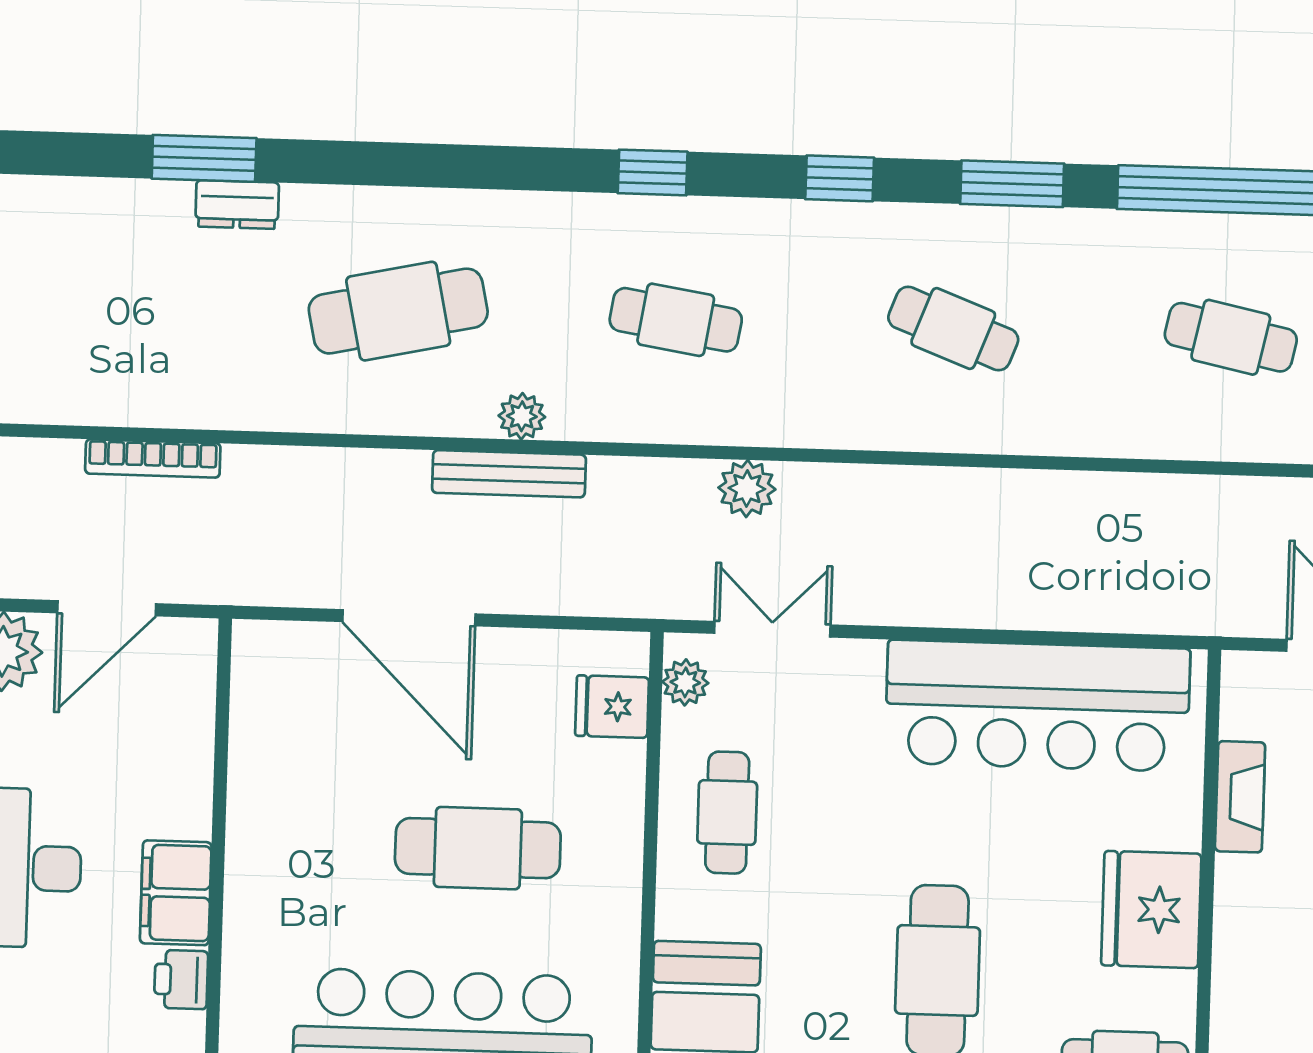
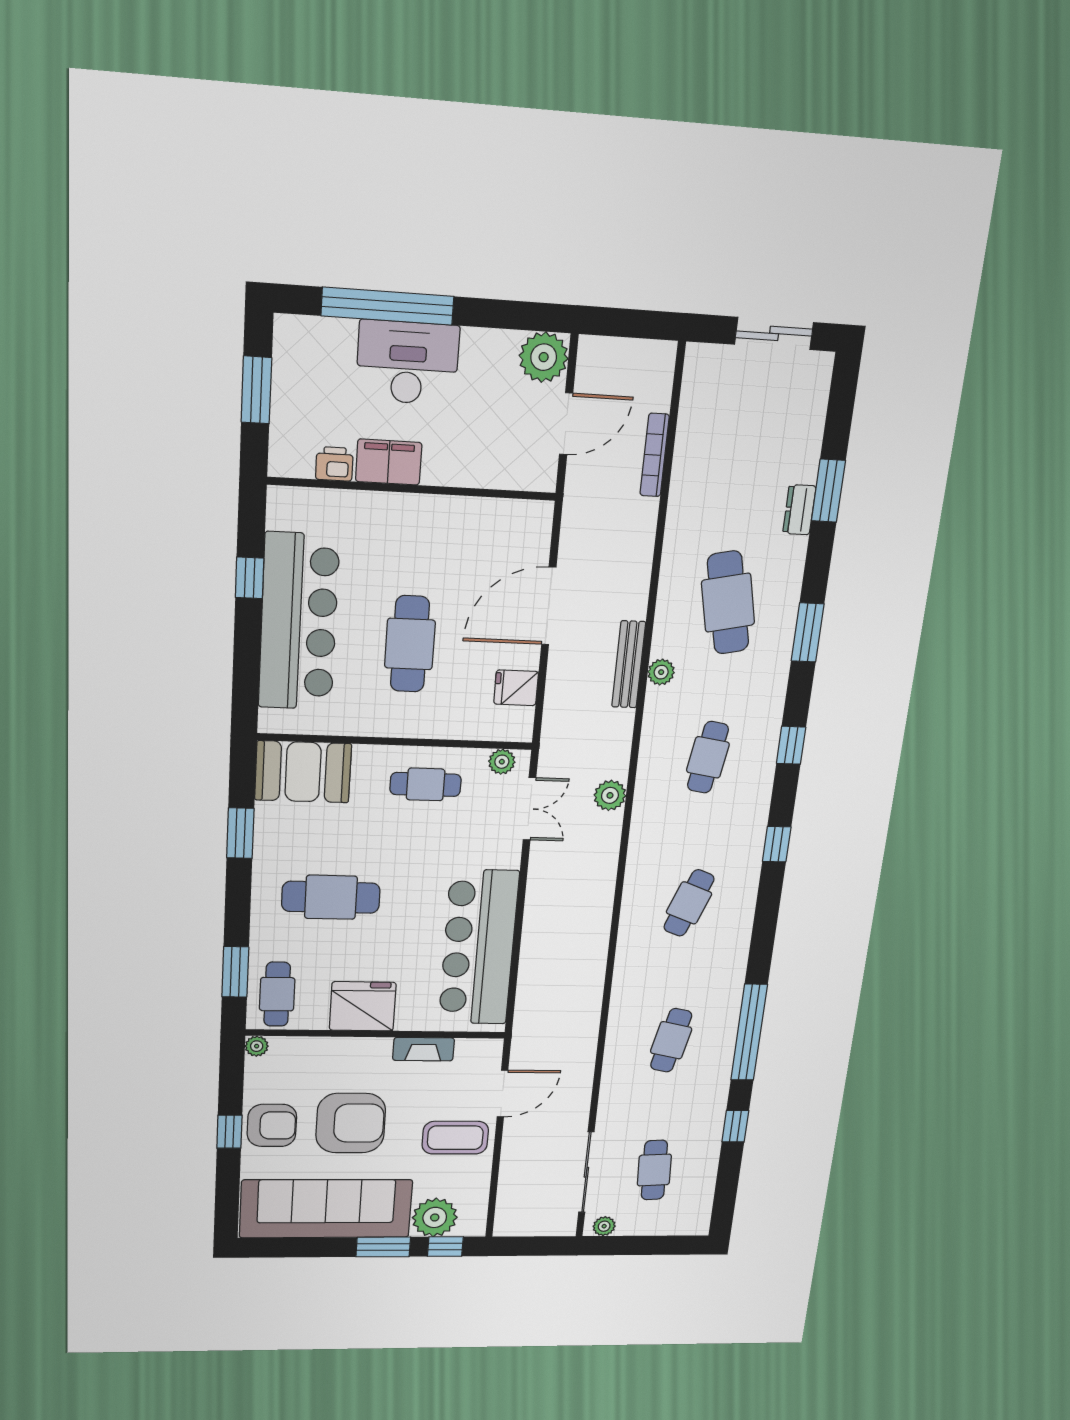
window: (1012, 184) -> (808, 632), moved
door: (107, 608) -> (566, 424), swing flipped
fridge: (612, 707) -> (516, 688), moved, turned -90

